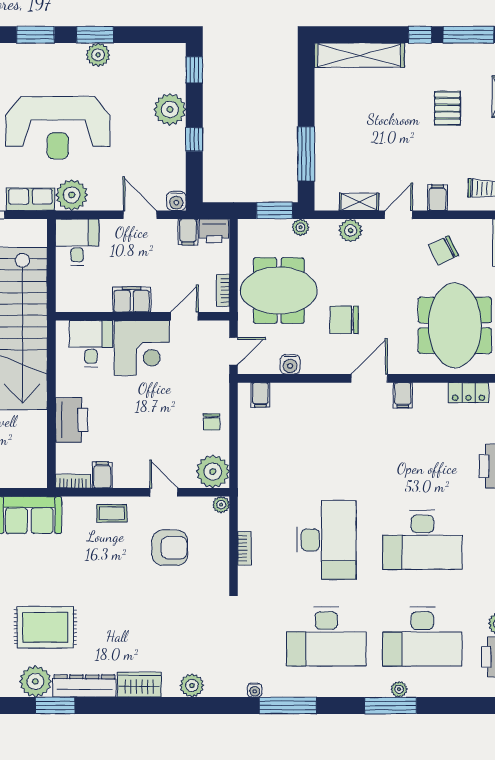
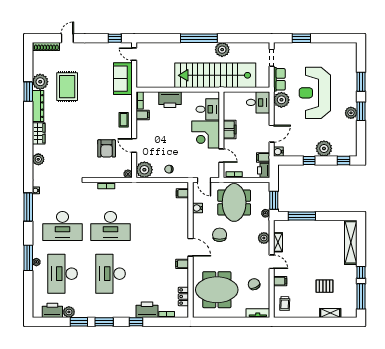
door: (164, 492) -> (134, 145), swing flipped
desk: (326, 637) -> (62, 226), turned -90

